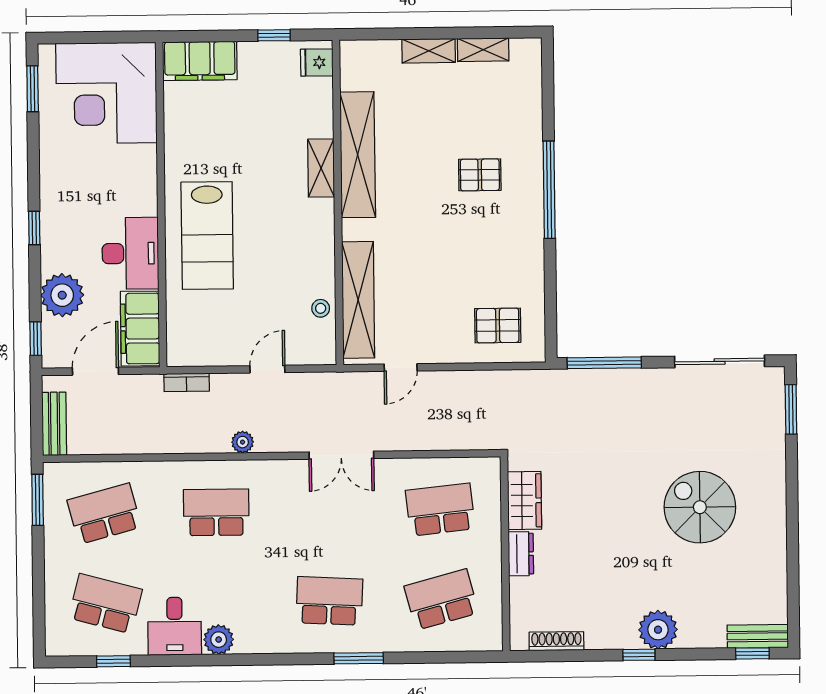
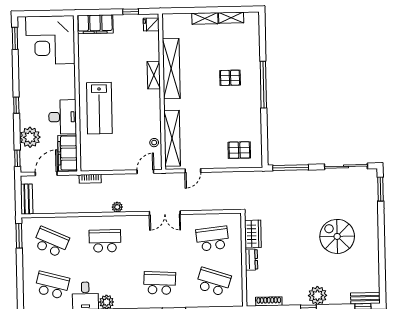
door: (267, 369) -> (145, 172), moved
school desk: (104, 514) -> (51, 242), turned 39
school desk: (441, 600) -> (213, 282), turned 33

